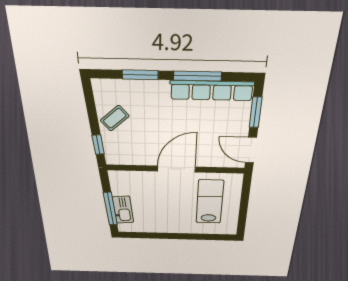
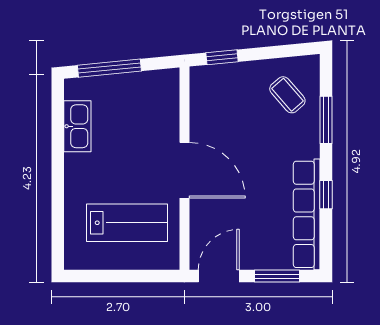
window: (198, 76) -> (326, 195), width x0.46
coffee table: (115, 118) -> (287, 95), moved
kitchen sink: (123, 210) -> (77, 126), moved, turned -84

